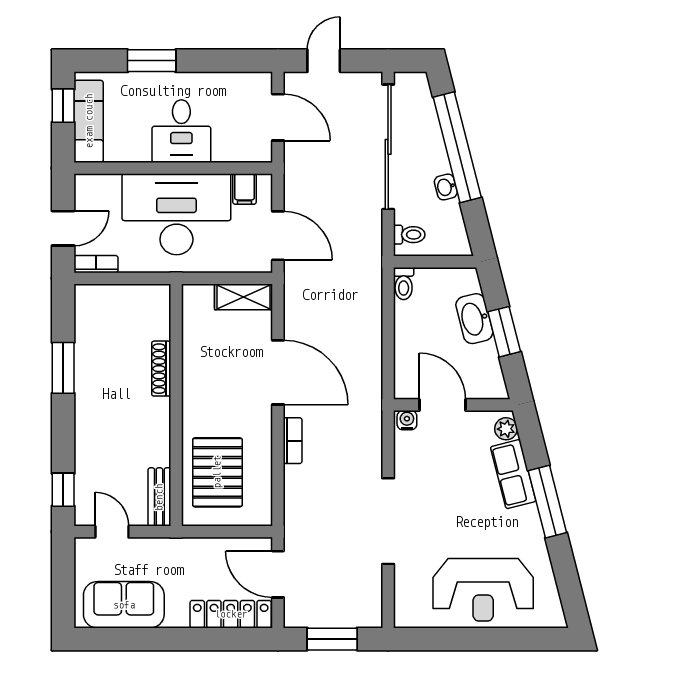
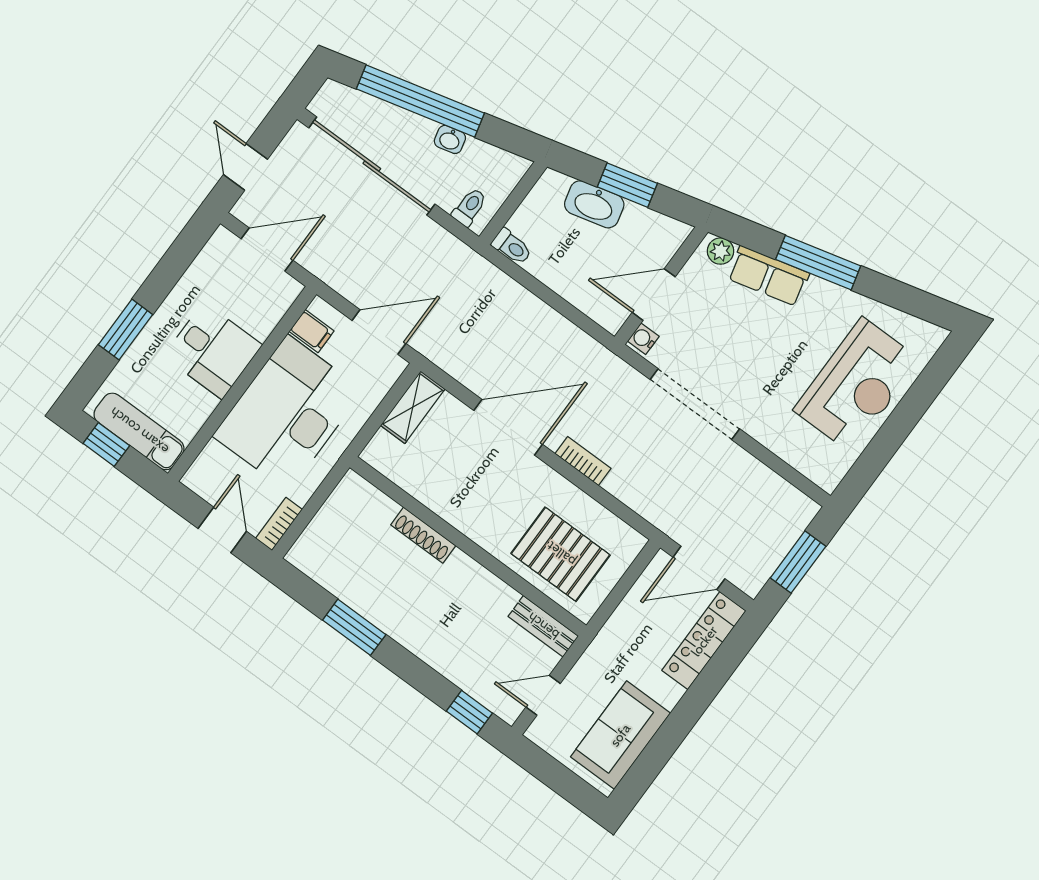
doorway: (388, 521) -> (695, 404), moved

